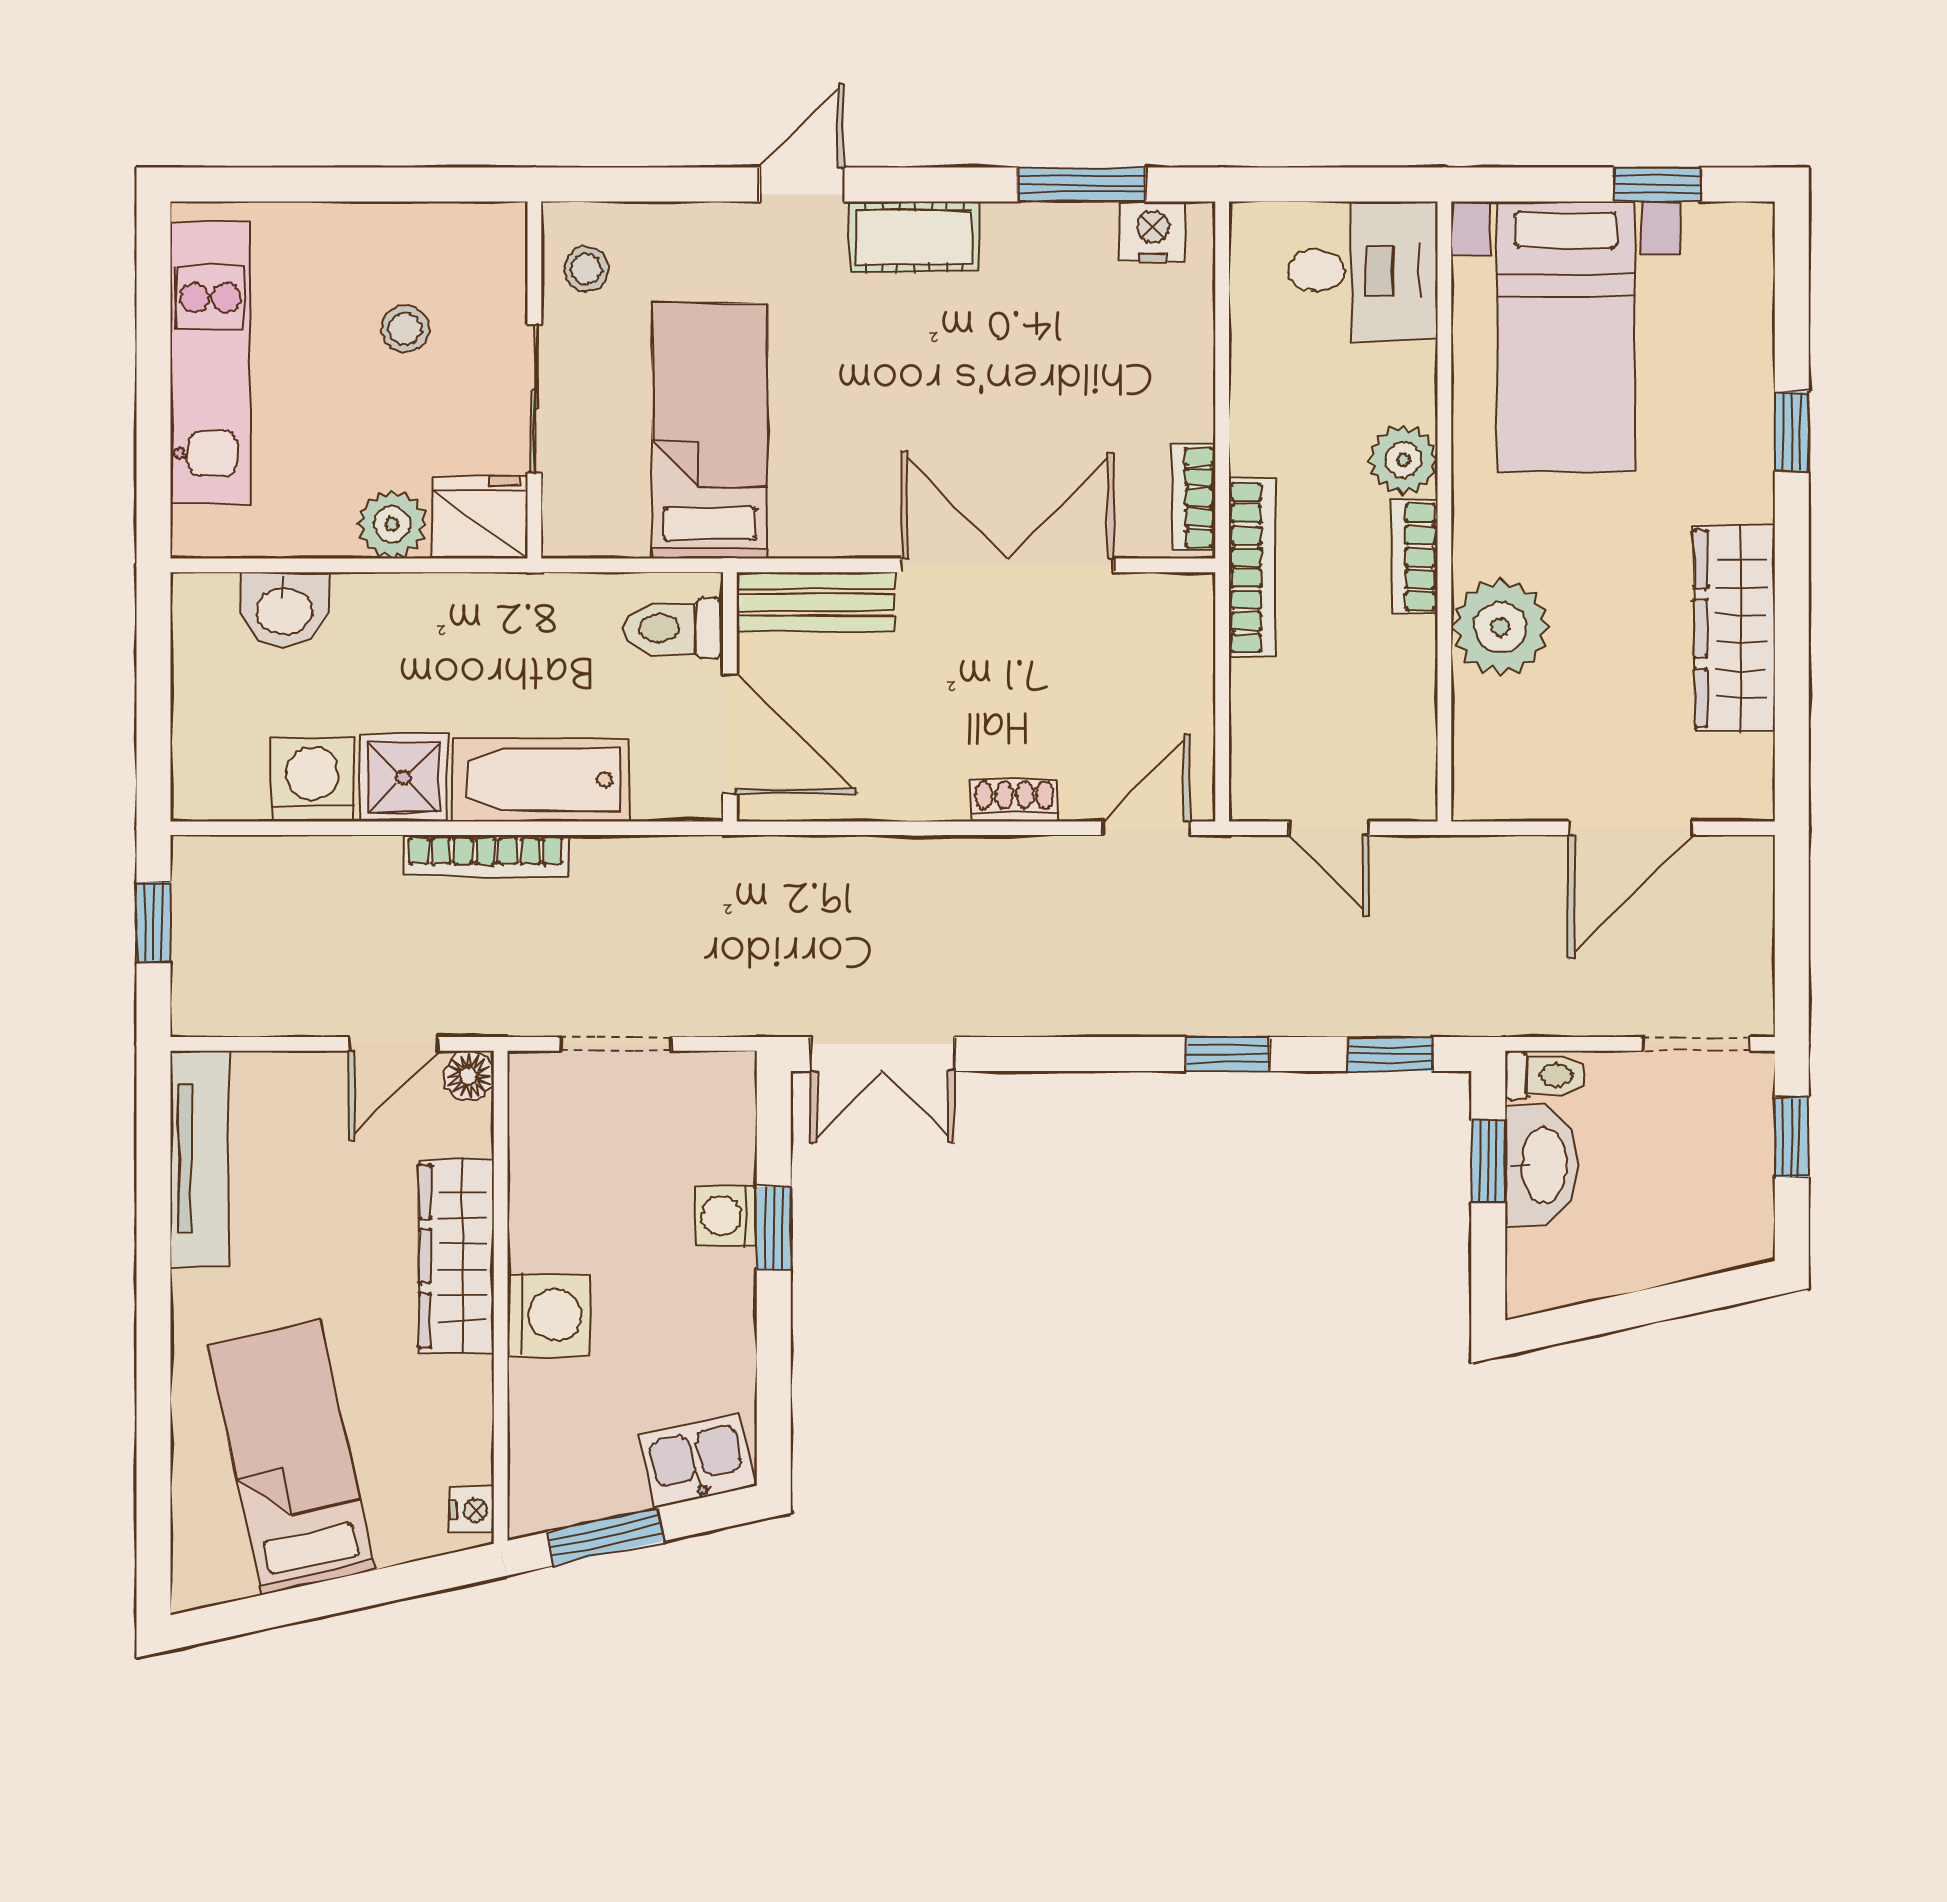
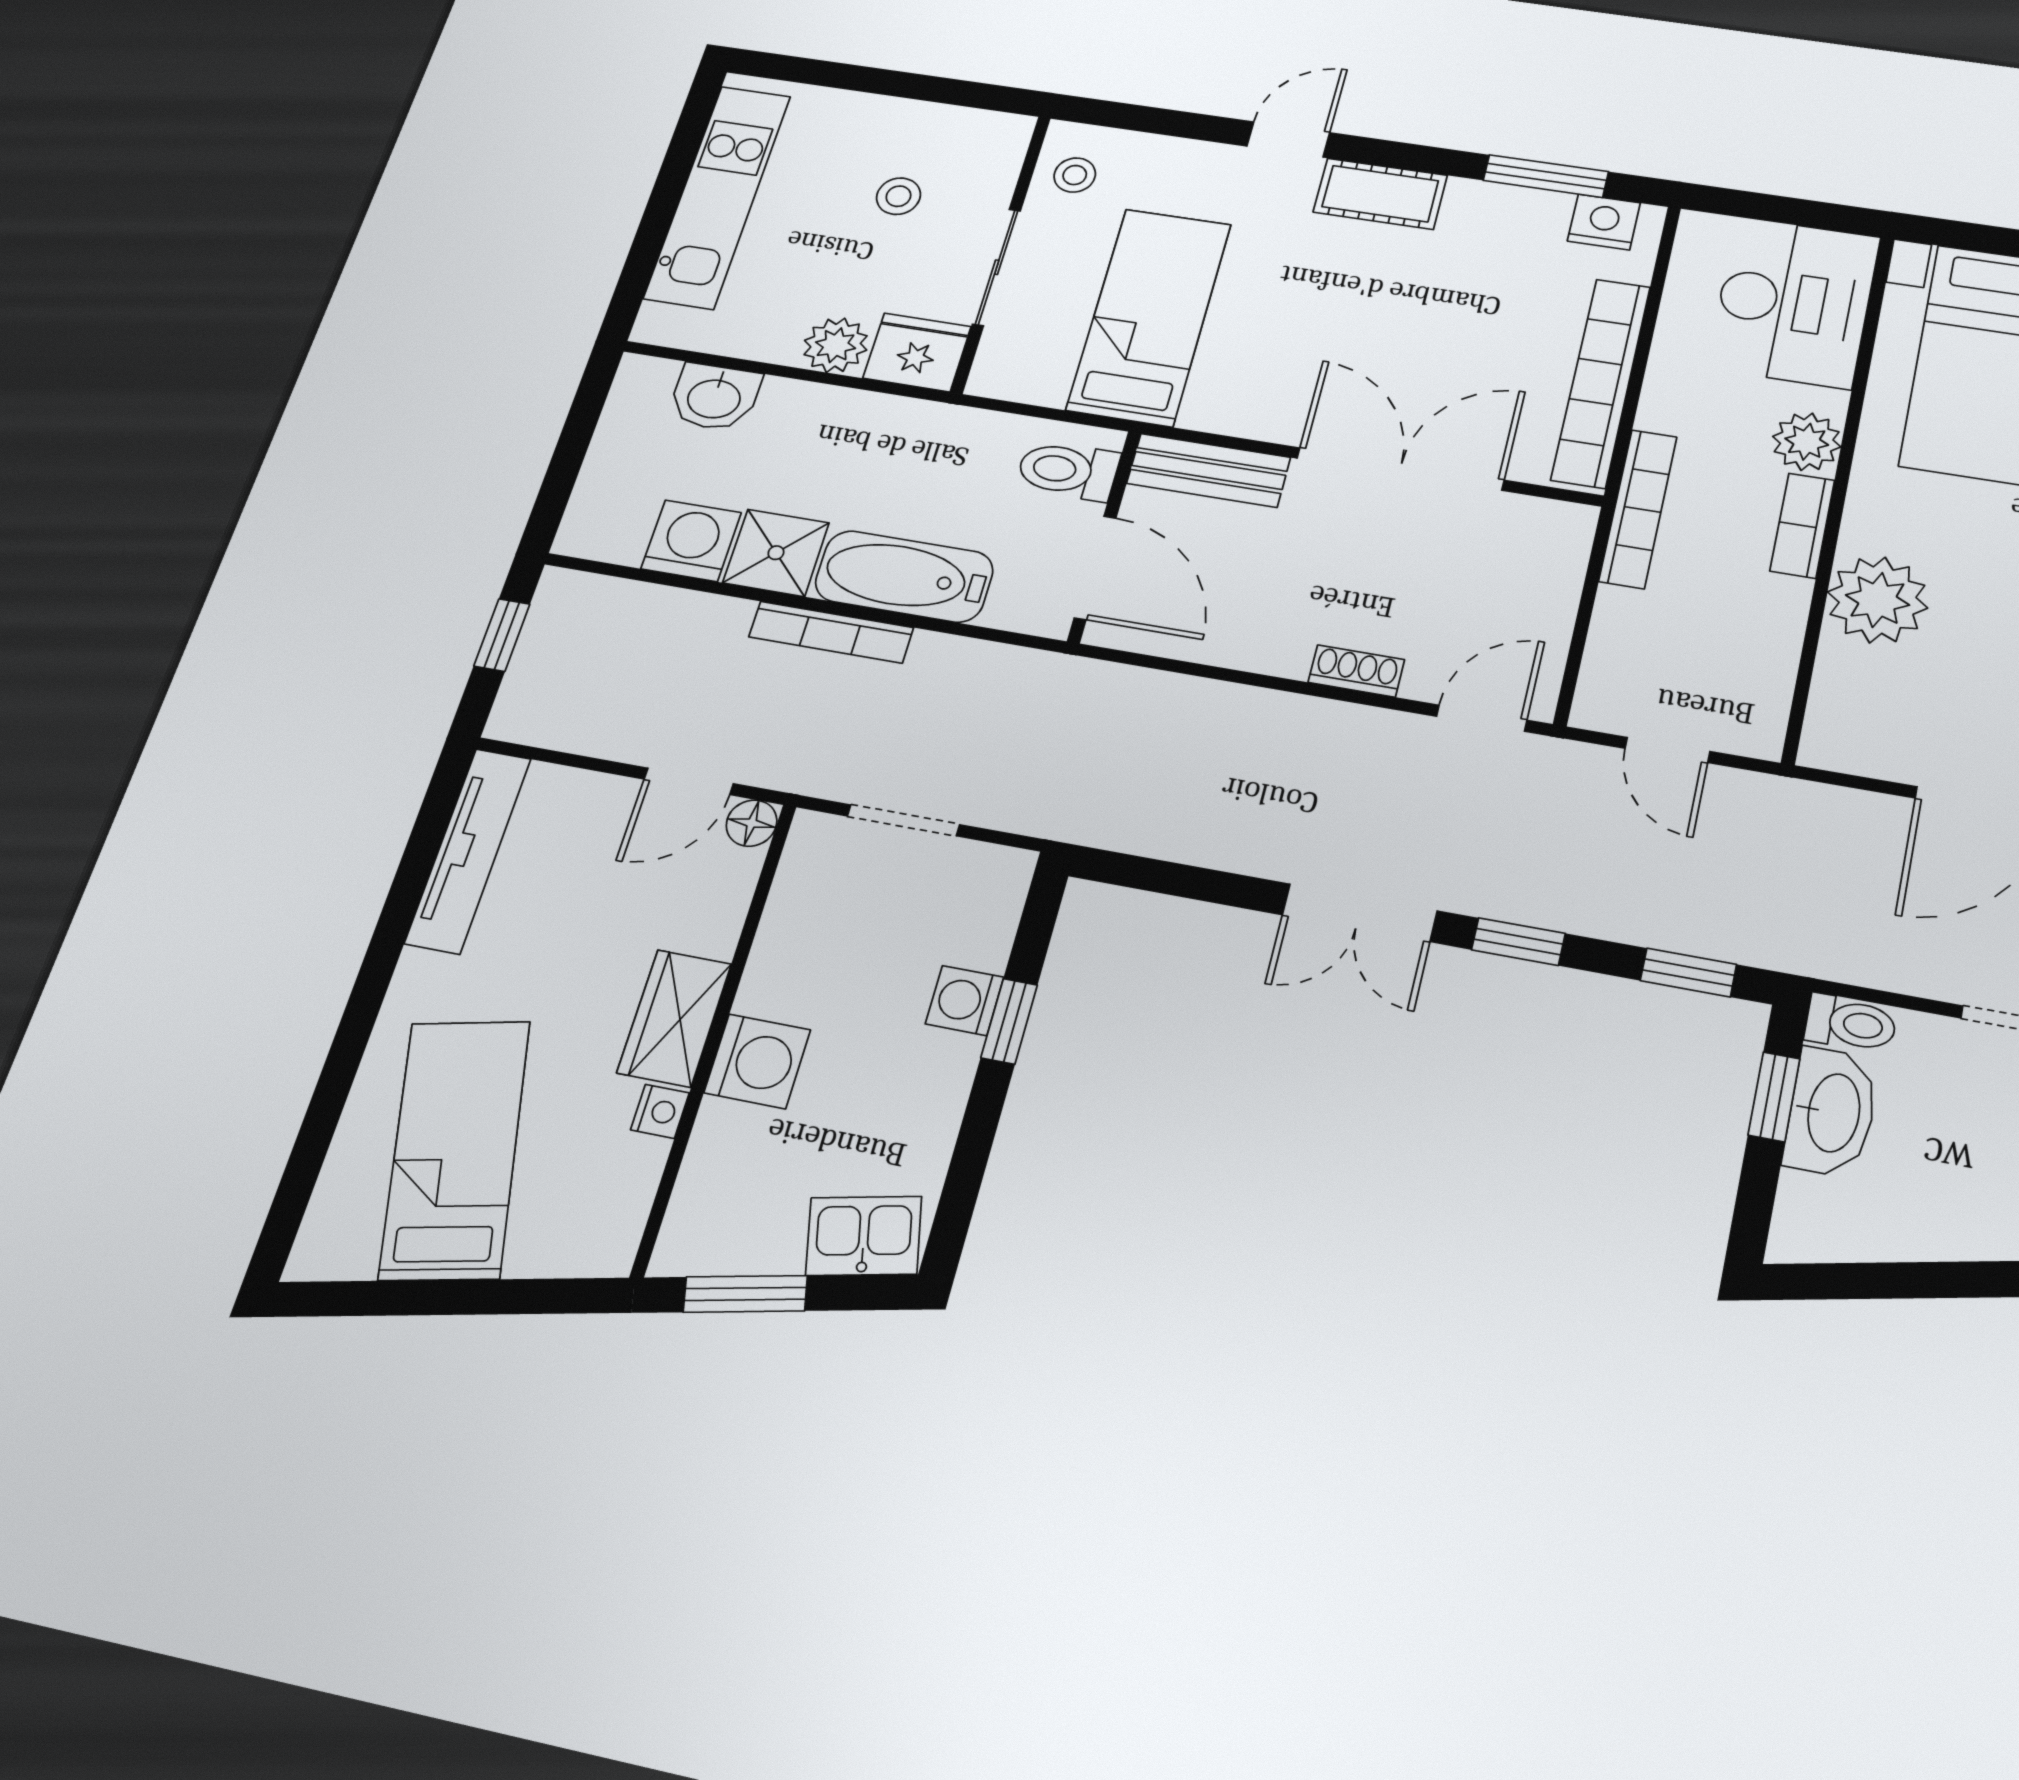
desk: (1363, 271) -> (1794, 302), width x1.37
bookcase: (1194, 498) -> (1601, 383), width x2.31, depth x1.31
double door: (882, 1054) -> (1360, 913), moved
wardrobe: (456, 1256) -> (674, 1018), width x0.67
nightstand: (472, 1510) -> (660, 1111), moved

